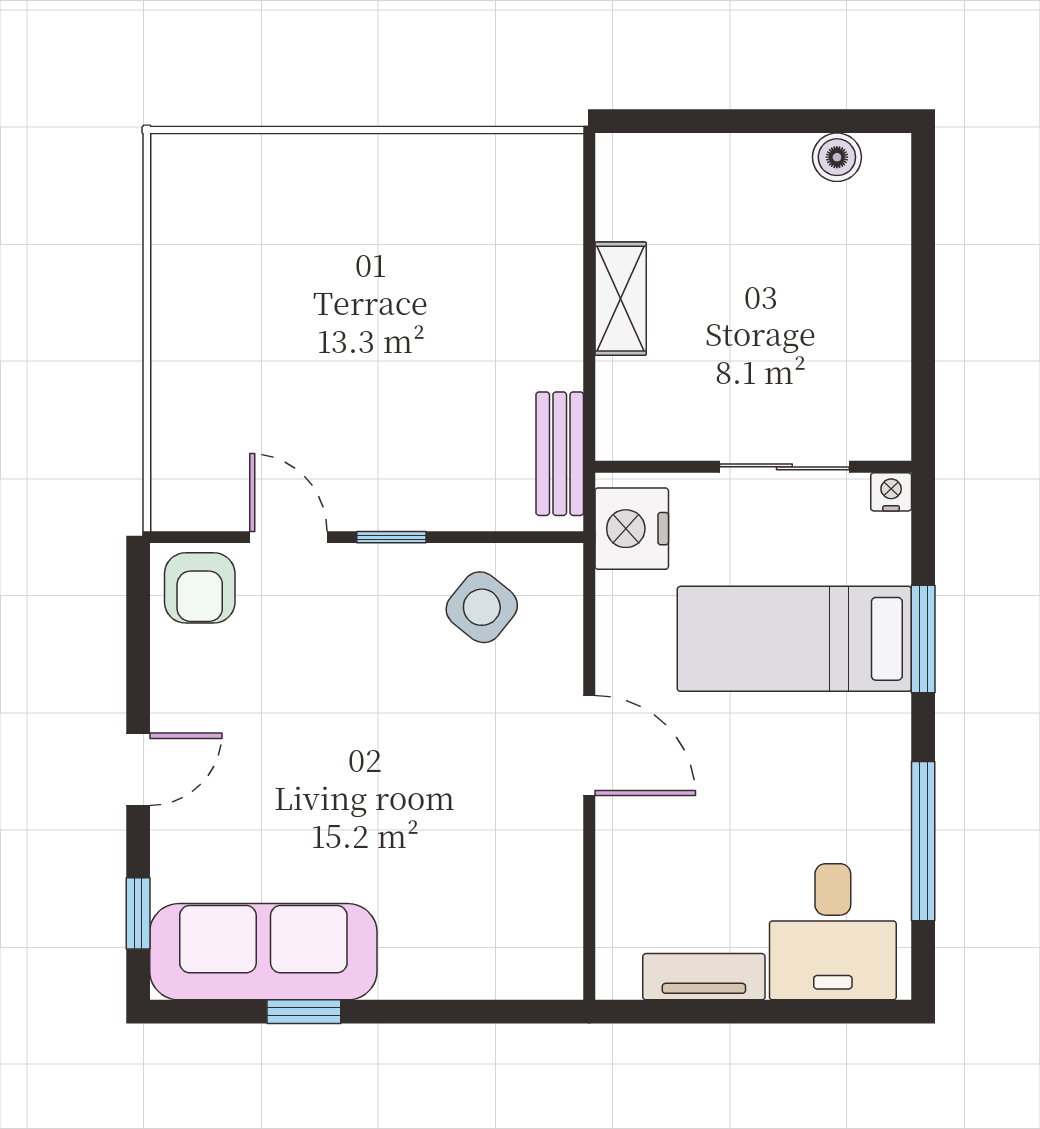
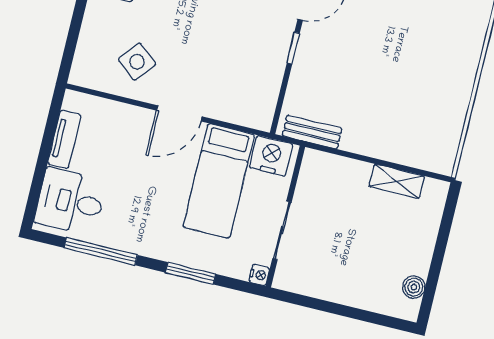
shelving: (621, 299) -> (397, 181), moved
side table: (482, 607) -> (137, 62), moved
bed: (794, 639) -> (219, 181), moved, turned 180

